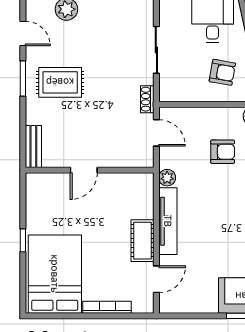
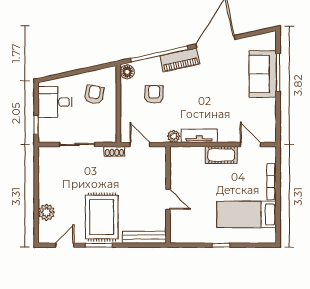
rug: (60, 82) -> (102, 217), width x1.36, depth x1.43
door: (156, 133) -> (140, 144), hinge flipped
bench: (33, 146) -> (144, 237), width x1.36
tv unit: (168, 221) -> (199, 136), width x0.71
bed: (55, 274) -> (247, 214), width x0.67

